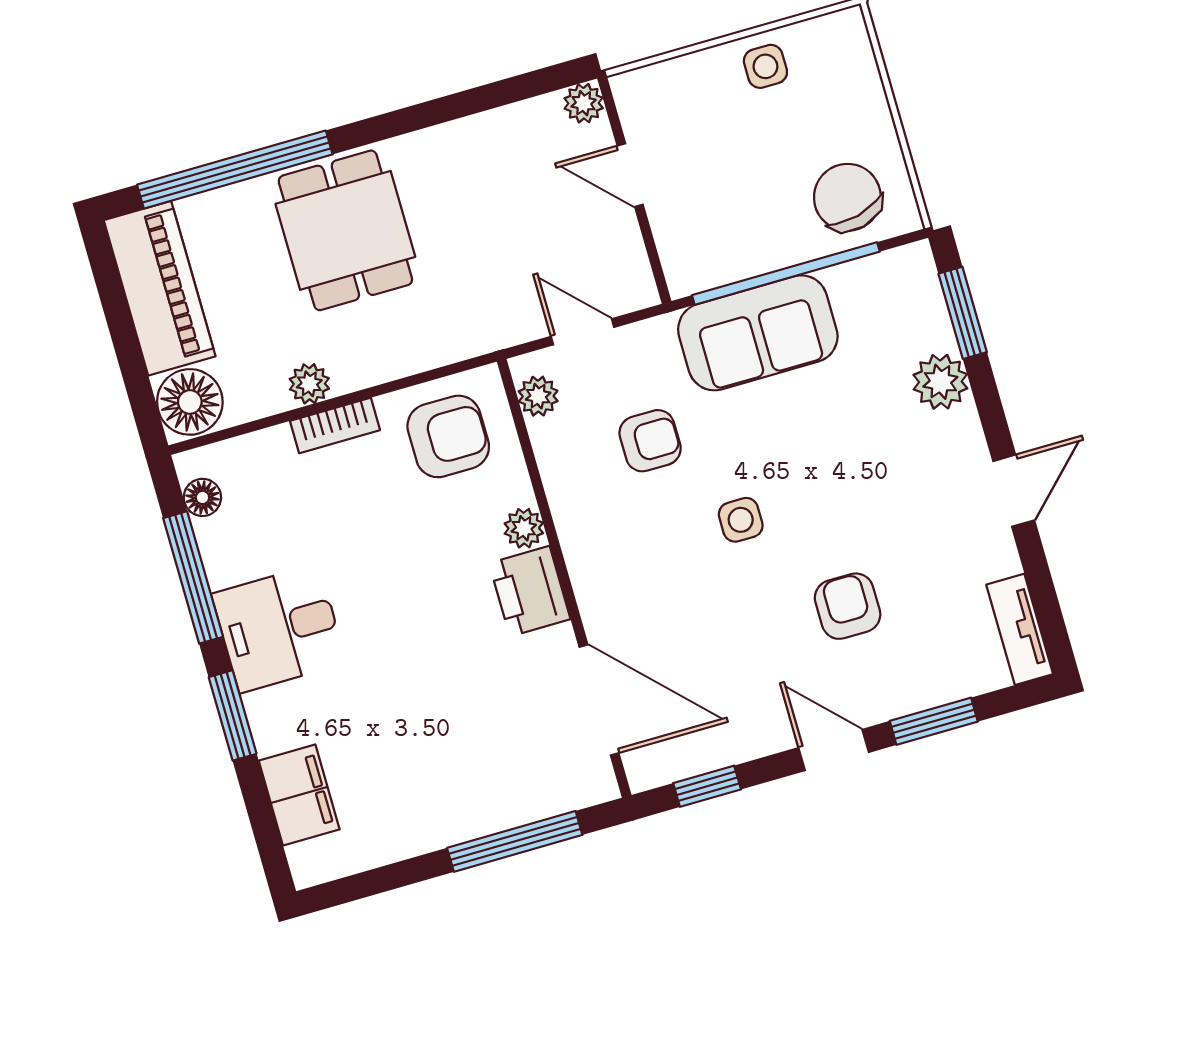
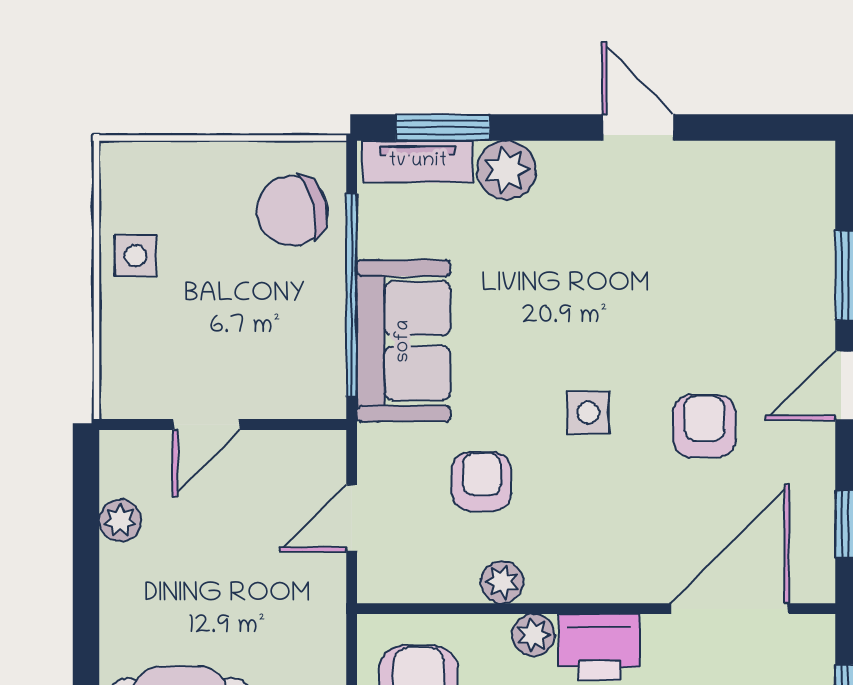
plant: (584, 103) -> (120, 520), moved
plant: (538, 396) -> (502, 582), moved
armchair: (848, 606) -> (704, 426), moved, turned 90
tv unit: (1020, 629) -> (418, 162), moved

